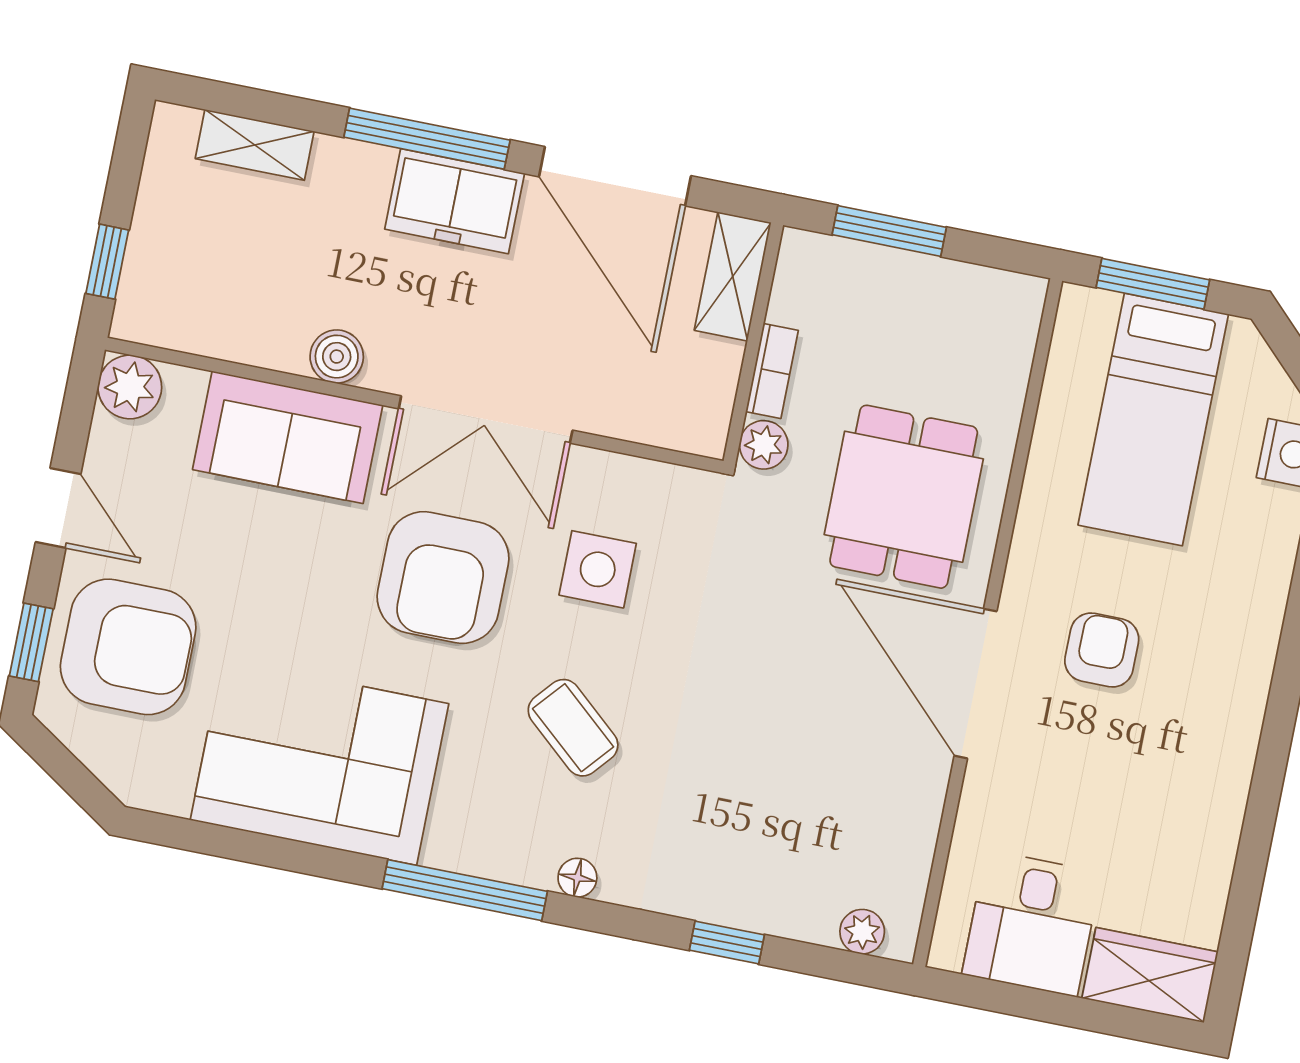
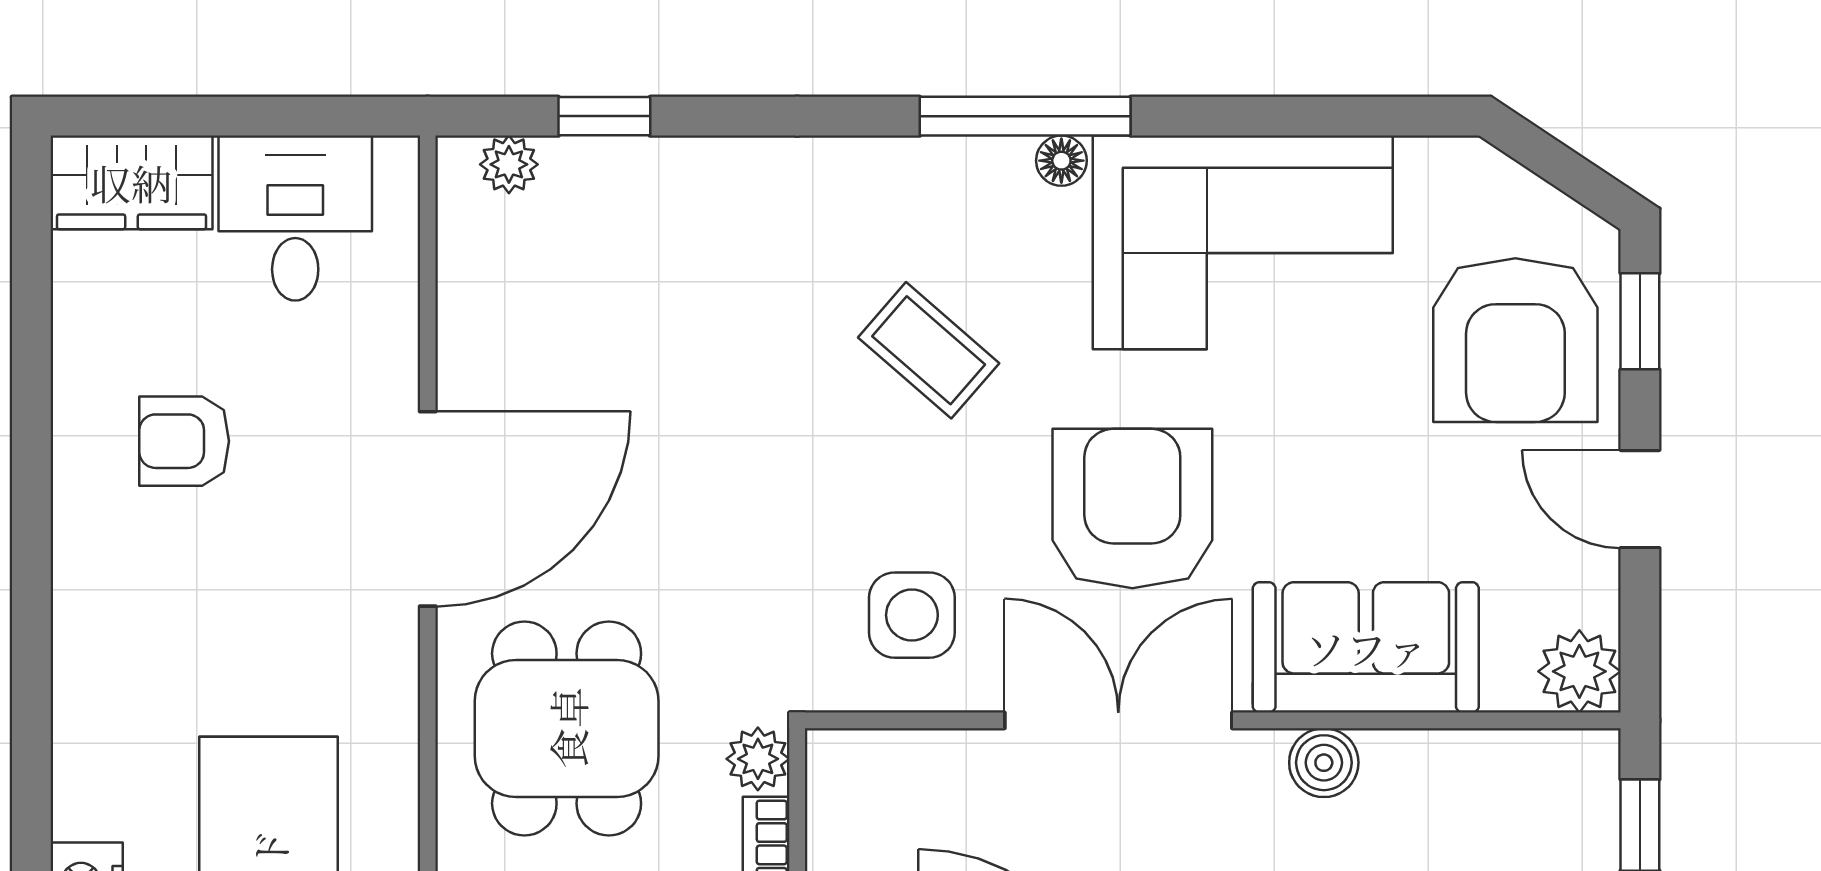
side table: (598, 569) -> (912, 615), moved
armchair: (128, 647) -> (1515, 340), turned -90
armchair: (1102, 650) -> (184, 441), moved, turned 90
door: (975, 684) -> (428, 509), hinge flipped
floor lamp: (577, 878) -> (1061, 161), moved
window: (727, 942) -> (604, 116), moved

